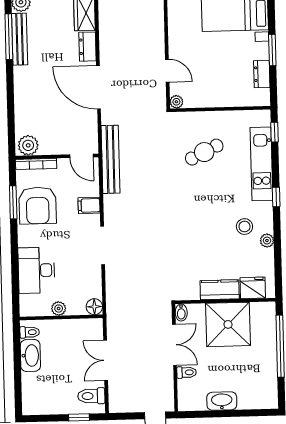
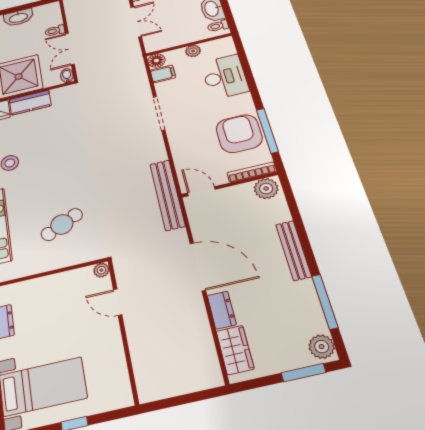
bench: (20, 39) -> (293, 250), moved
window: (13, 202) -> (267, 131), width x1.44
filing cabinet: (89, 205) -> (163, 74), moved

